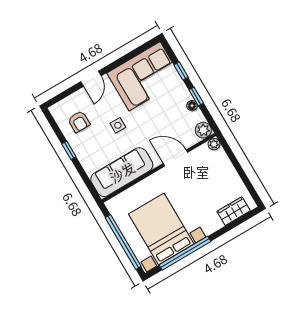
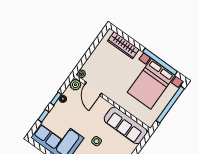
door: (175, 158) -> (93, 89), moved
wardrobe: (234, 211) -> (123, 45), width x1.50

